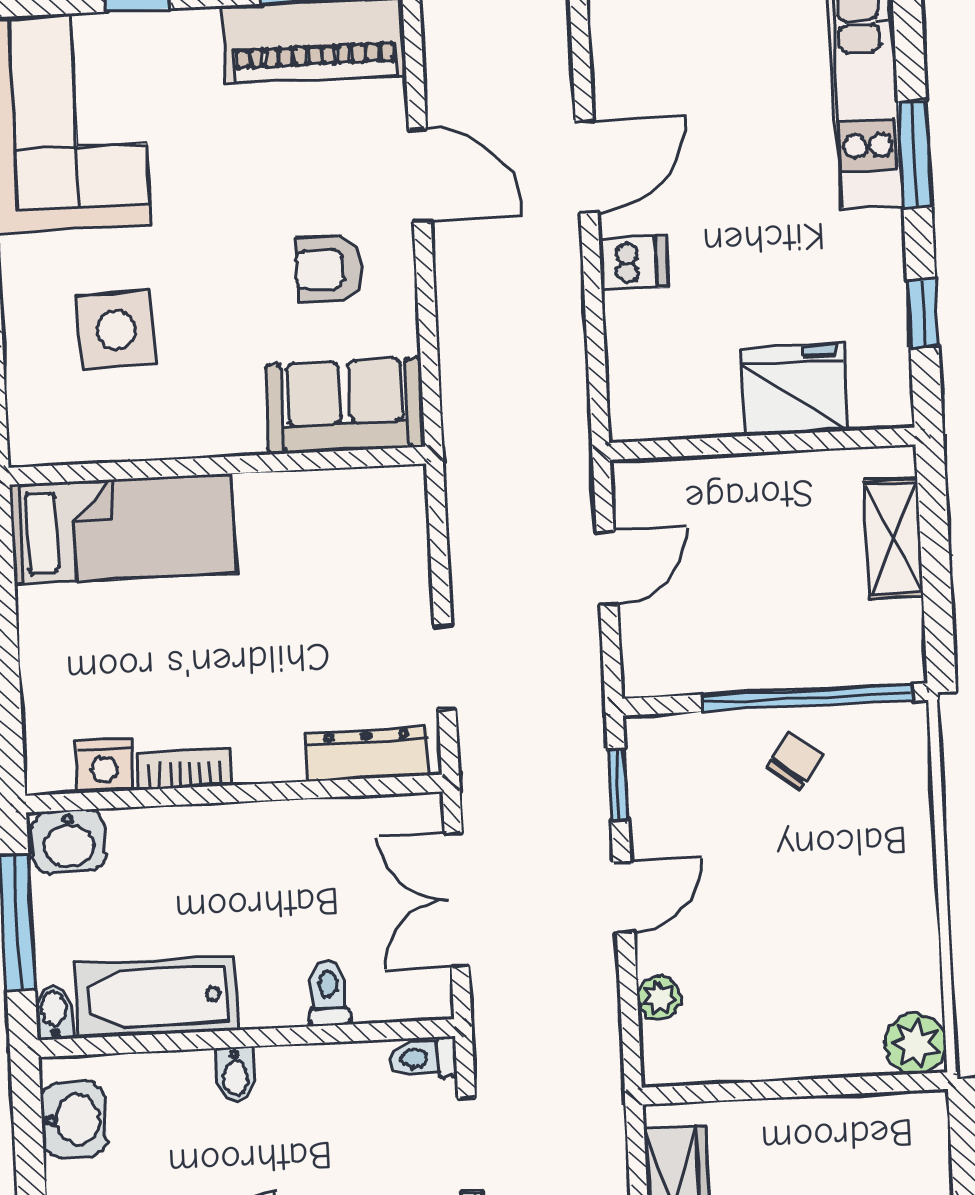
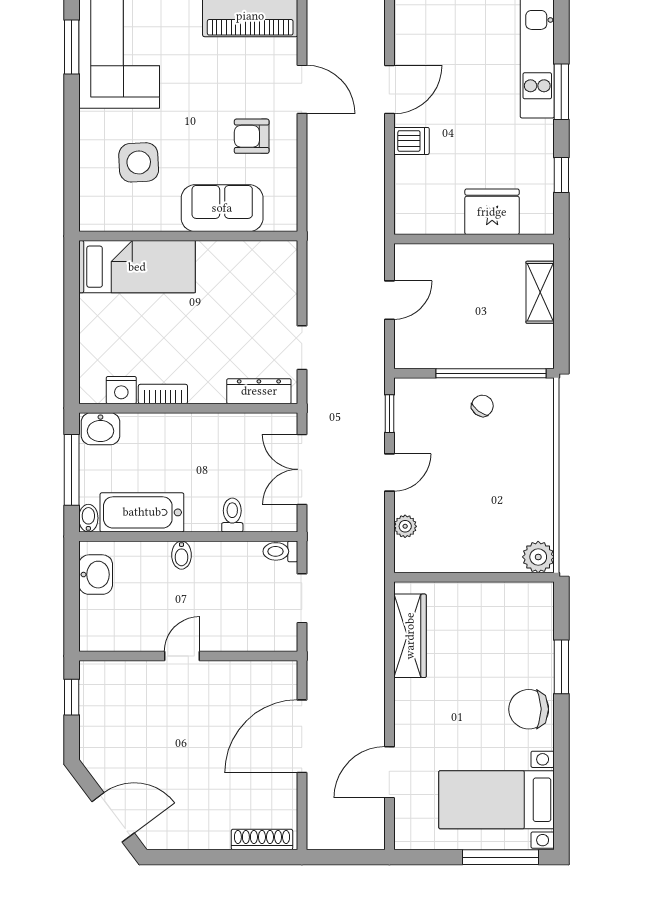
sofa: (345, 406) -> (222, 208), moved

